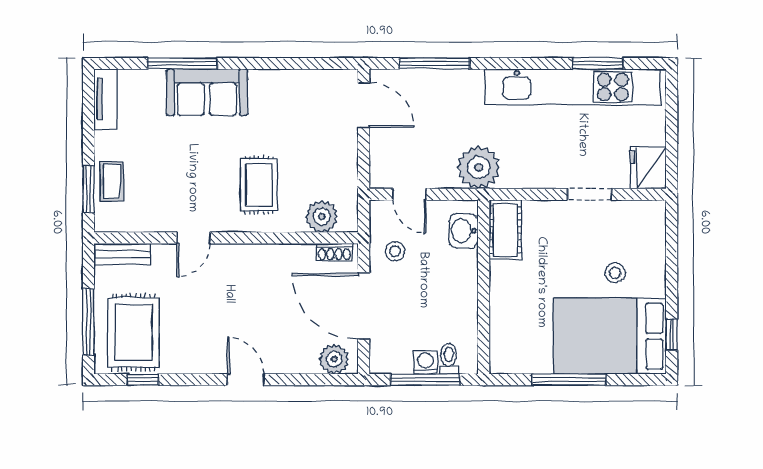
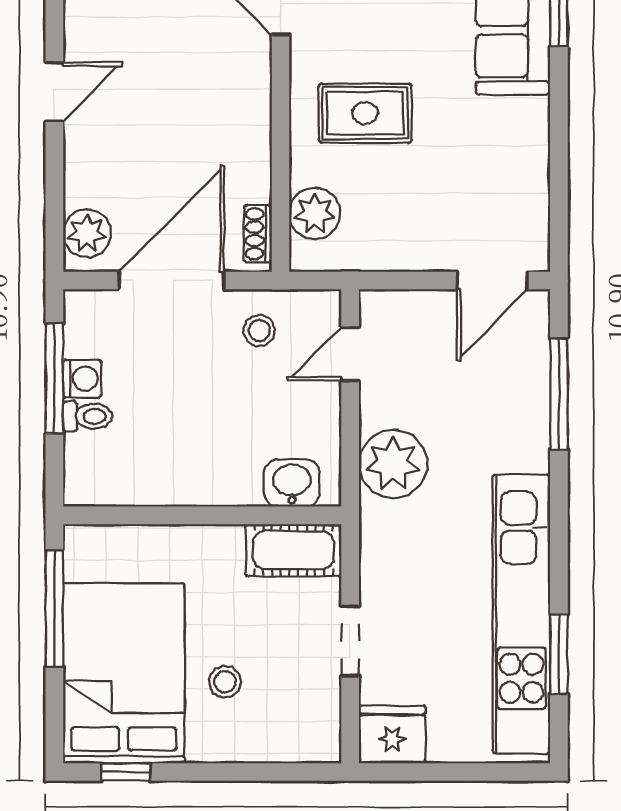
cot: (505, 230) -> (294, 550), moved
washbasin: (463, 231) -> (292, 483), moved
wall: (484, 287) -> (202, 515), moved

